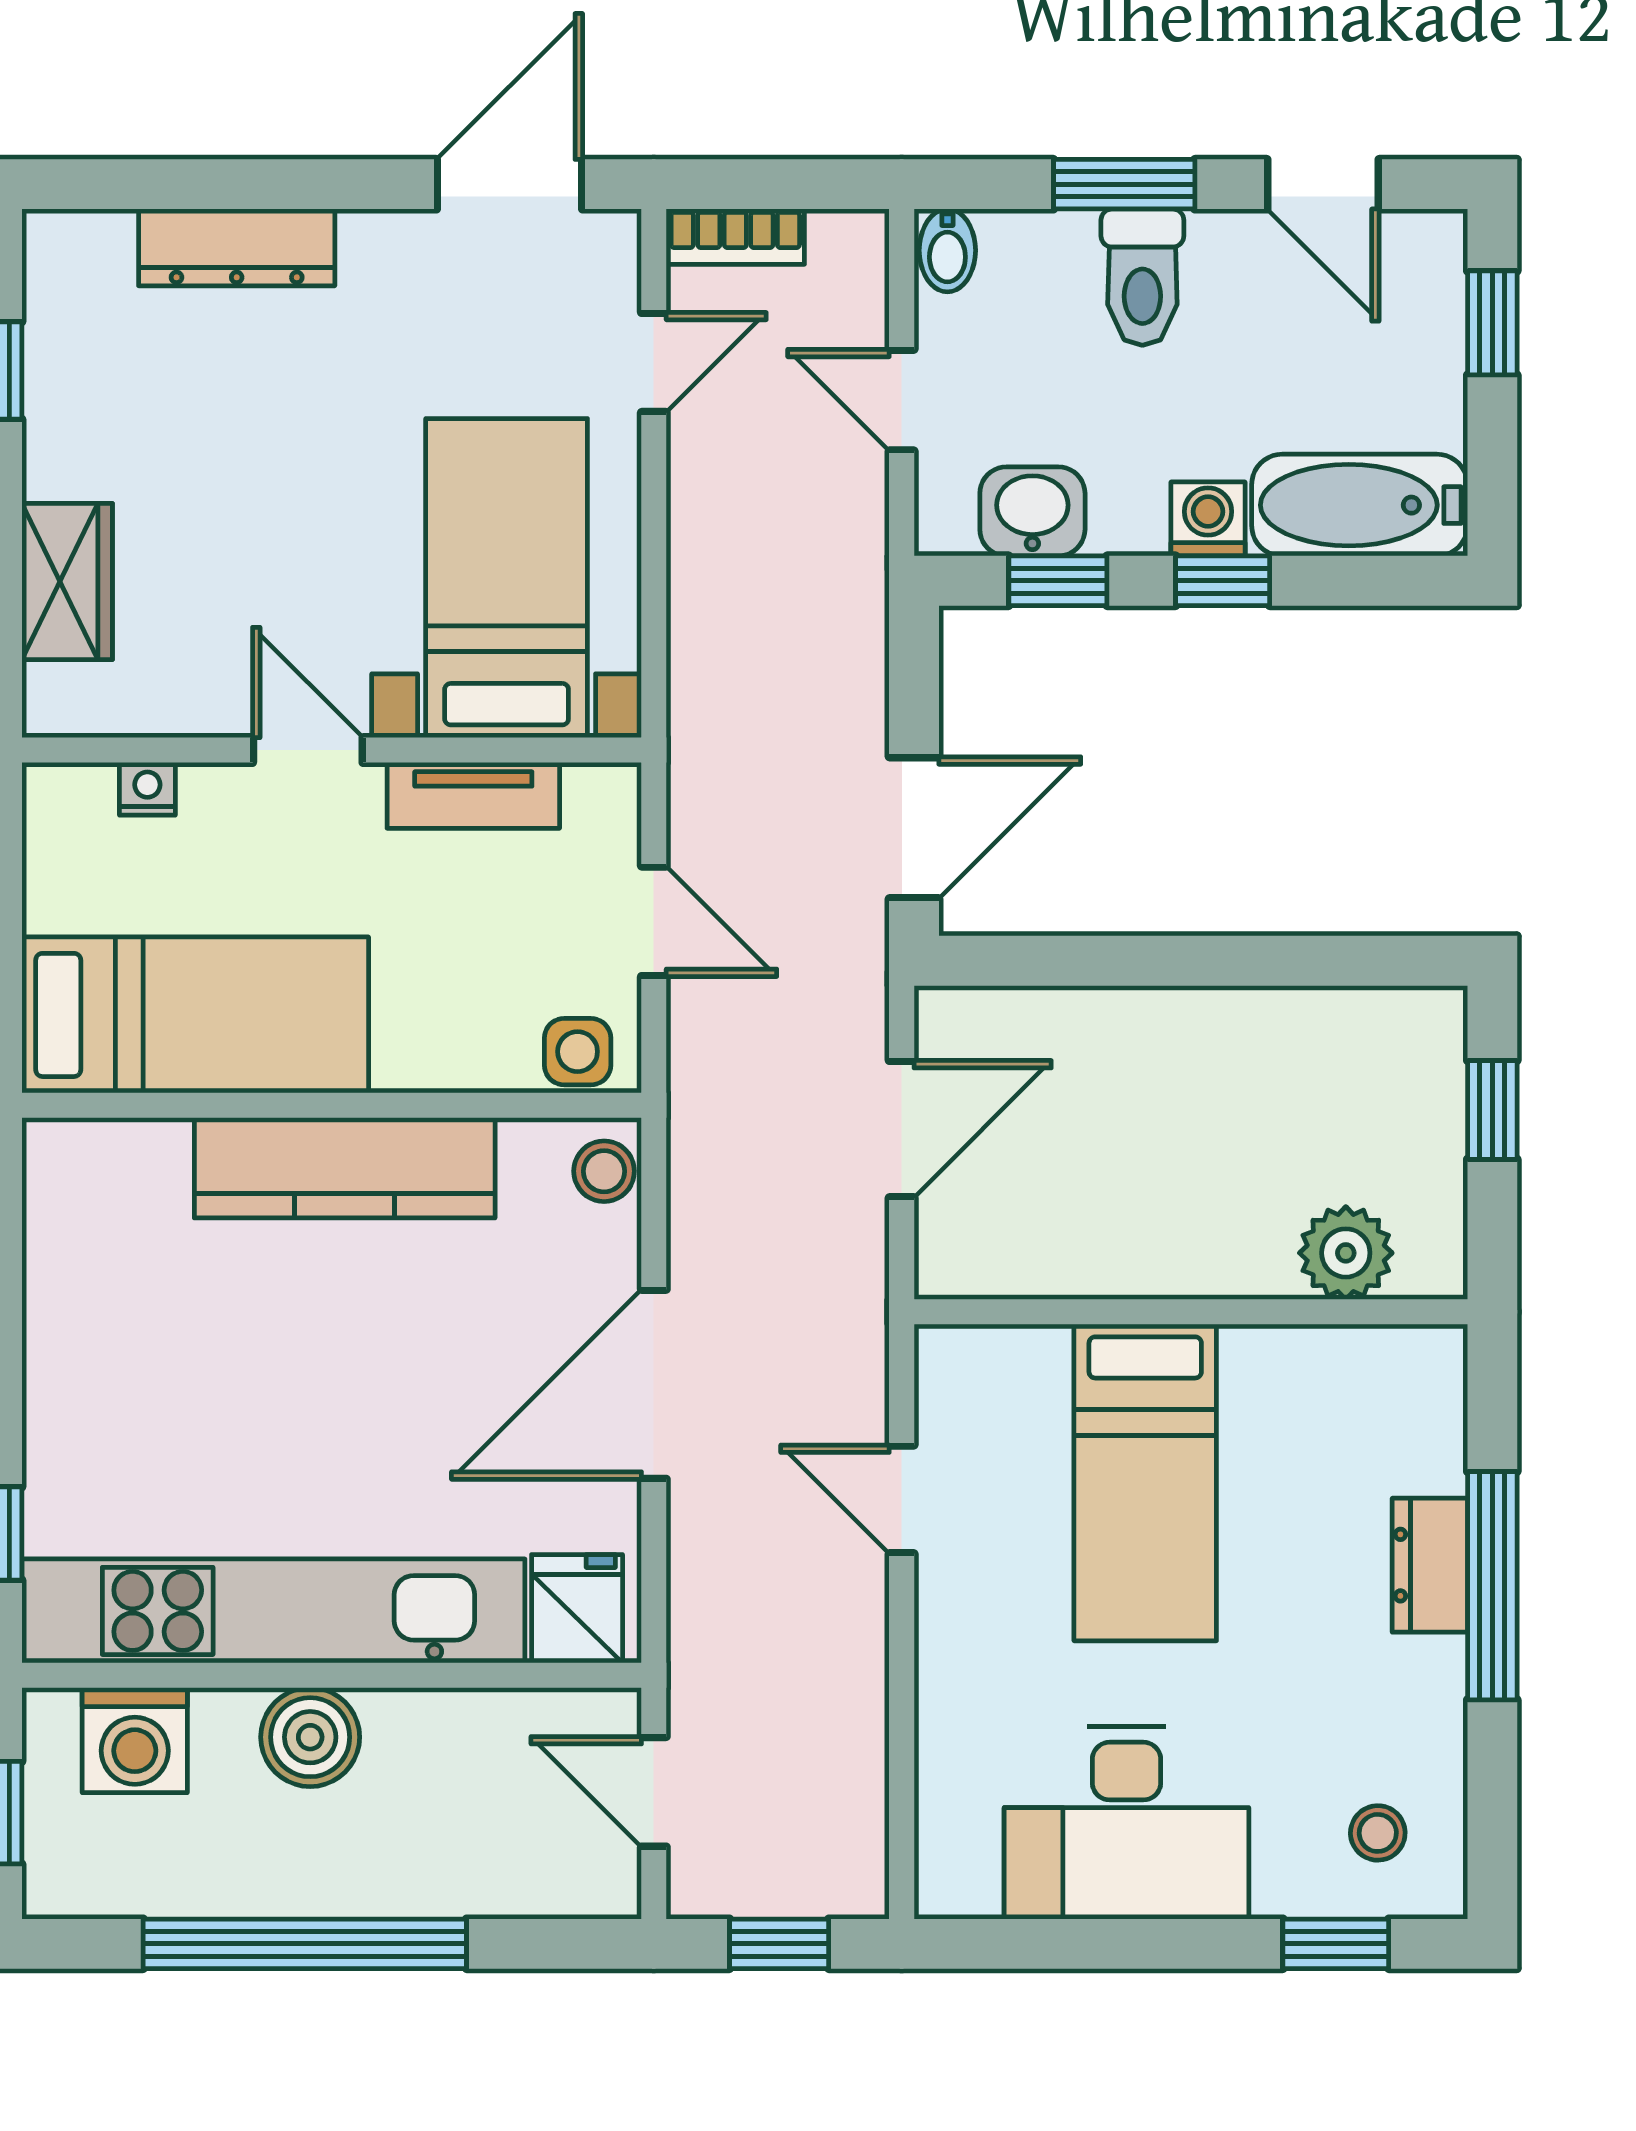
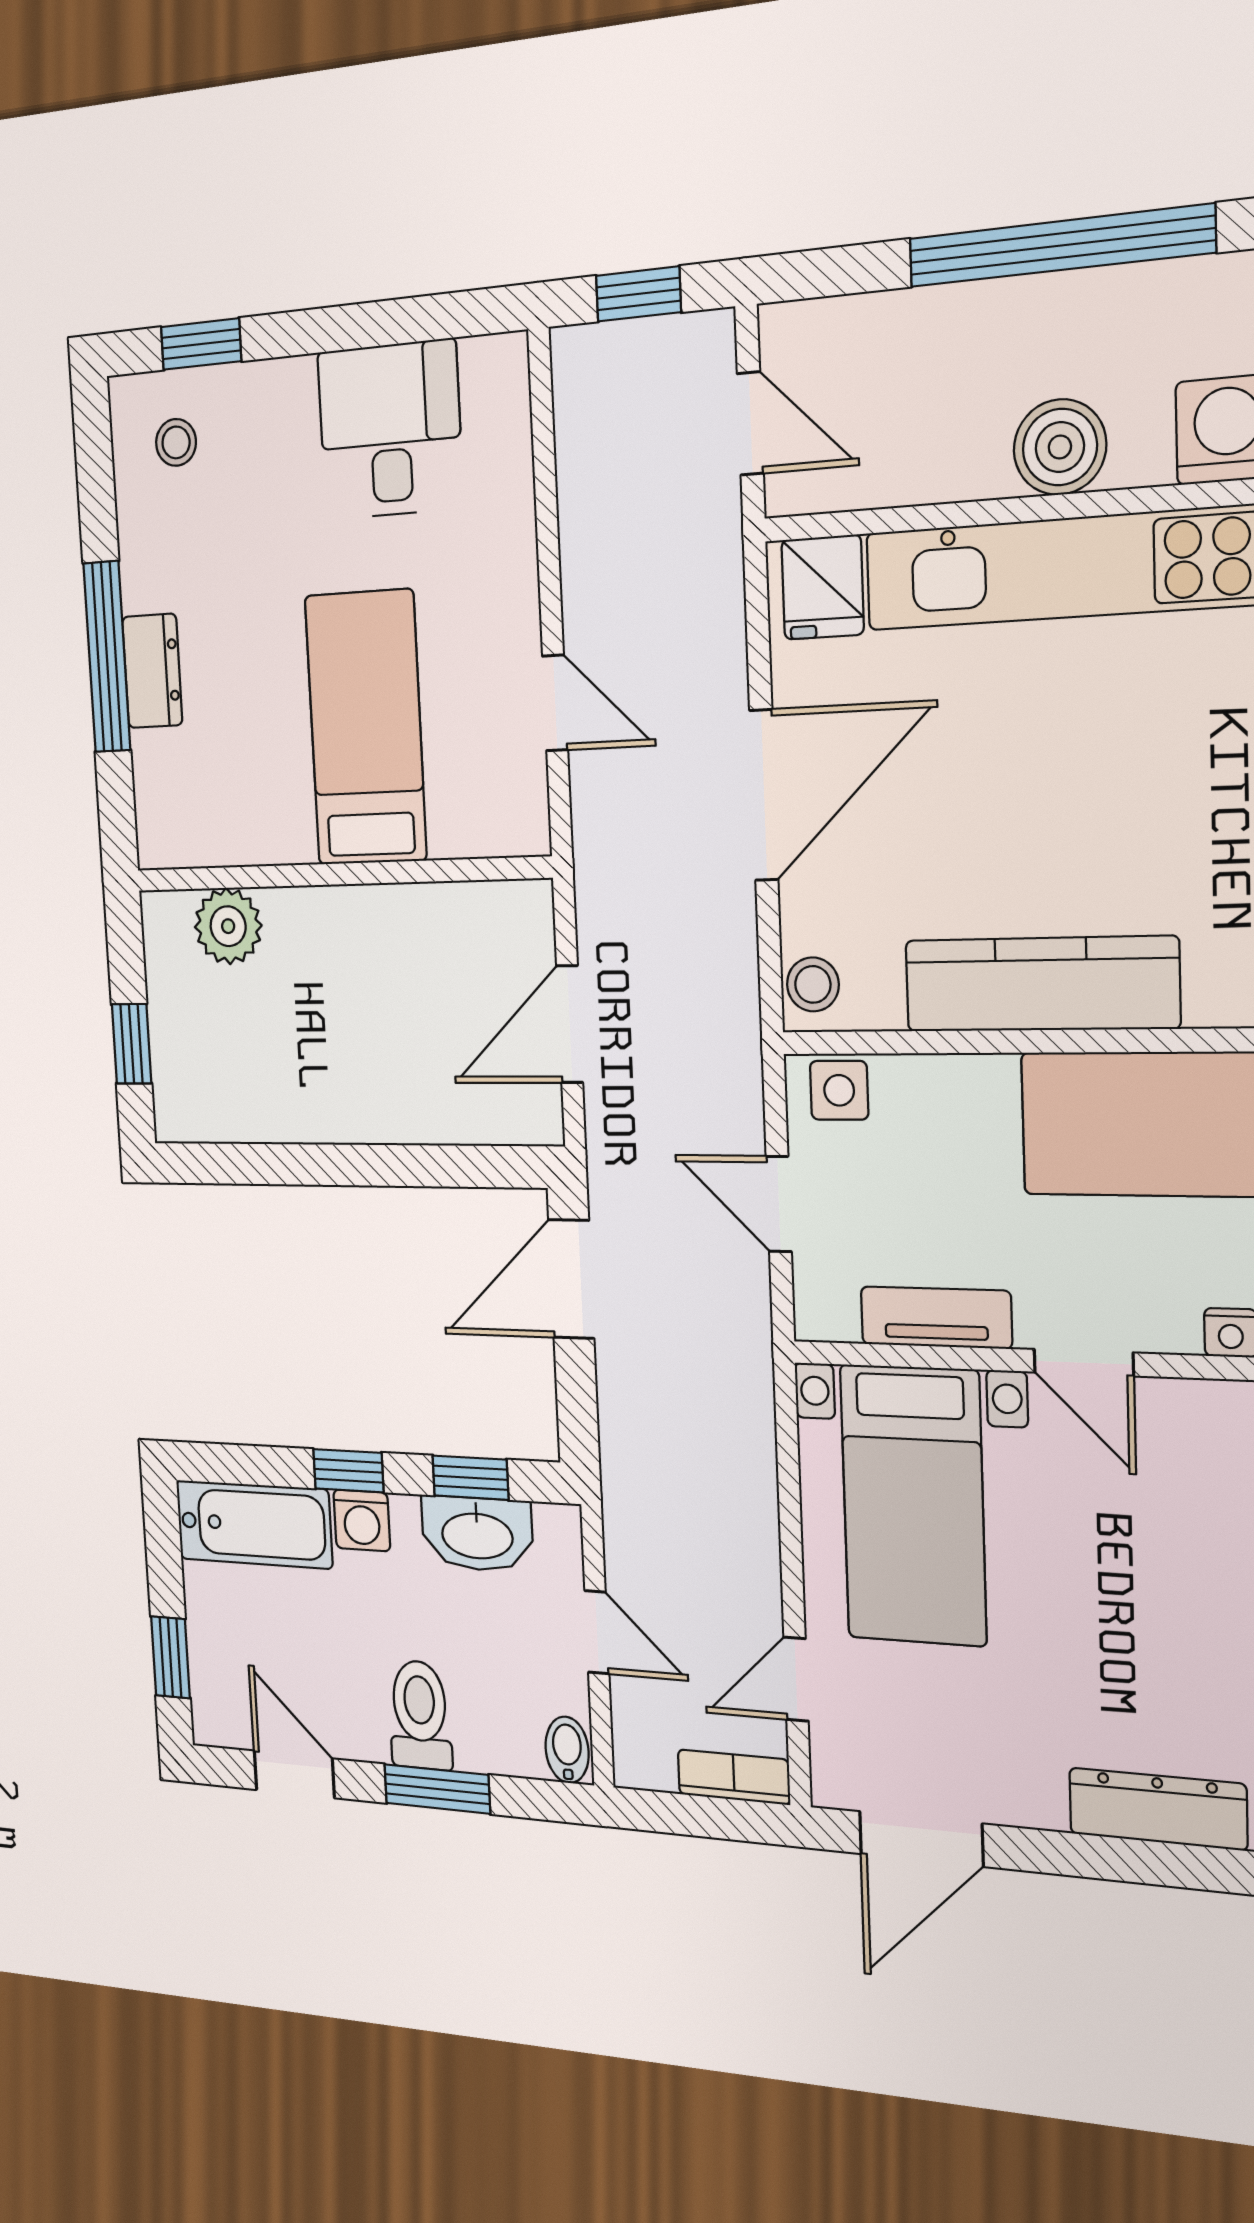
washbasin: (1032, 511) -> (477, 1534), width x1.38
desk: (1127, 1823) -> (390, 430), width x0.73

